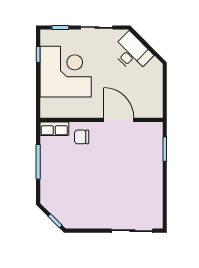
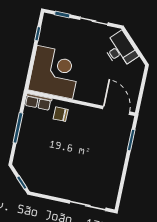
corner desk: (66, 72) -> (55, 72), moved
door: (119, 120) -> (116, 110), moved

